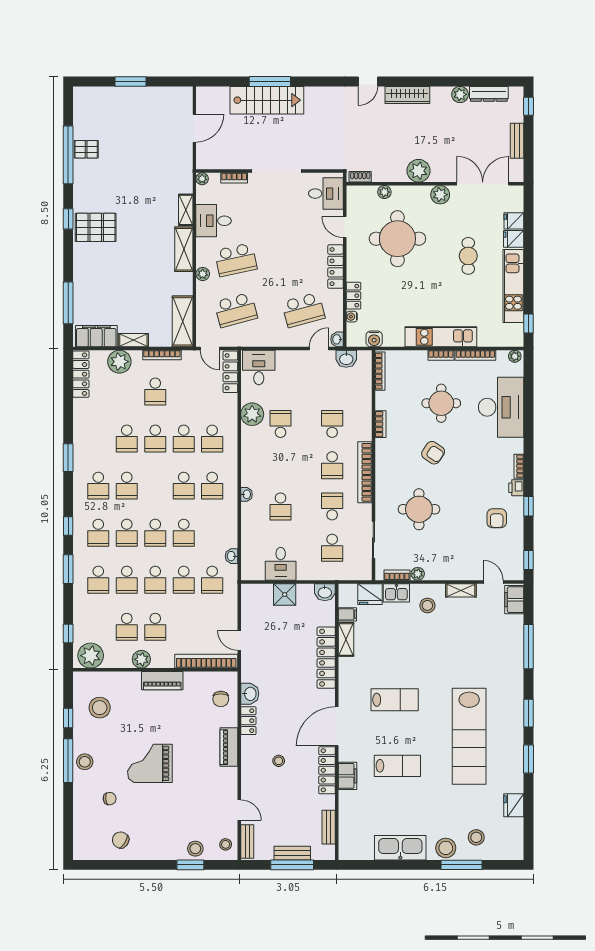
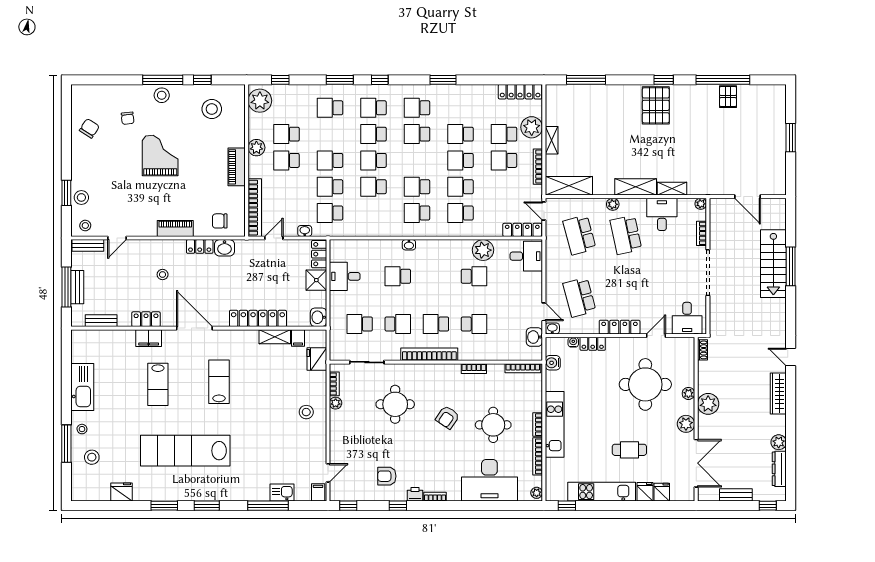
plant: (384, 192) -> (688, 393), moved
filing cabinet: (96, 336) -> (555, 106), removed
door: (210, 348) -> (544, 211), hinge flipped
washbasin: (232, 556) -> (305, 231), moved
school desk: (127, 580) -> (504, 134), moved
shelving: (461, 590) -> (320, 443), removed
locker: (257, 591) -> (319, 254), added
kitchen sink: (396, 593) -> (282, 493), moved, turned 90
filing cabinet: (514, 600) -> (318, 492), width x0.50
lab bench: (395, 700) -> (219, 382), turned 180
locker: (327, 770) -> (146, 319), width x0.66
stool: (446, 848) -> (82, 429), width x0.53, depth x0.53

